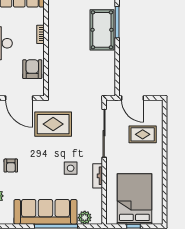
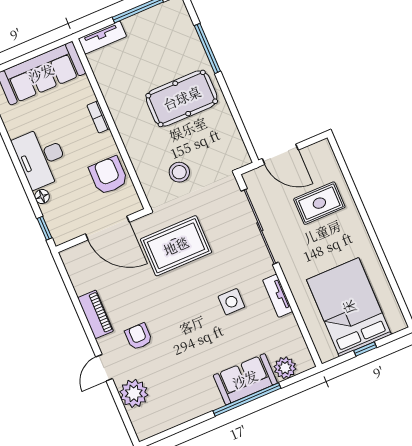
pool table: (102, 30) -> (182, 98), moved, turned 90
stool: (72, 84) -> (179, 172), added
armchair: (11, 166) -> (139, 337), turned 180
sofa: (45, 212) -> (245, 379), width x0.54, depth x0.79

